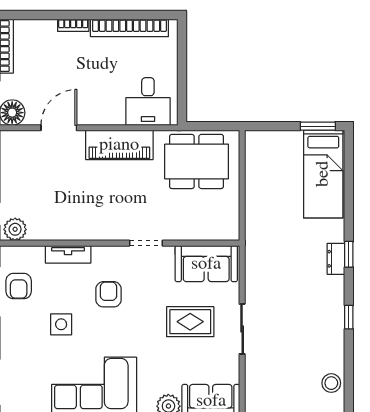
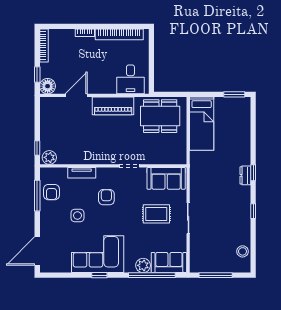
bed: (323, 174) -> (202, 124), moved

